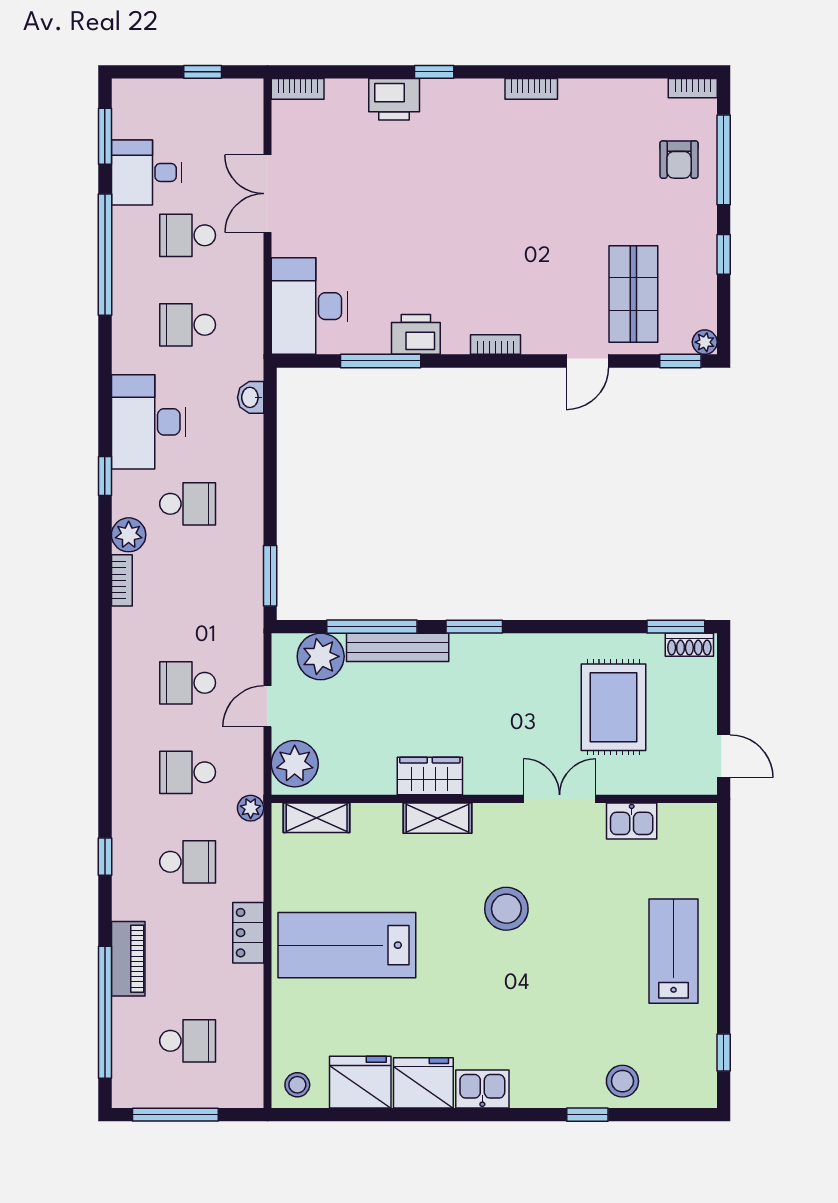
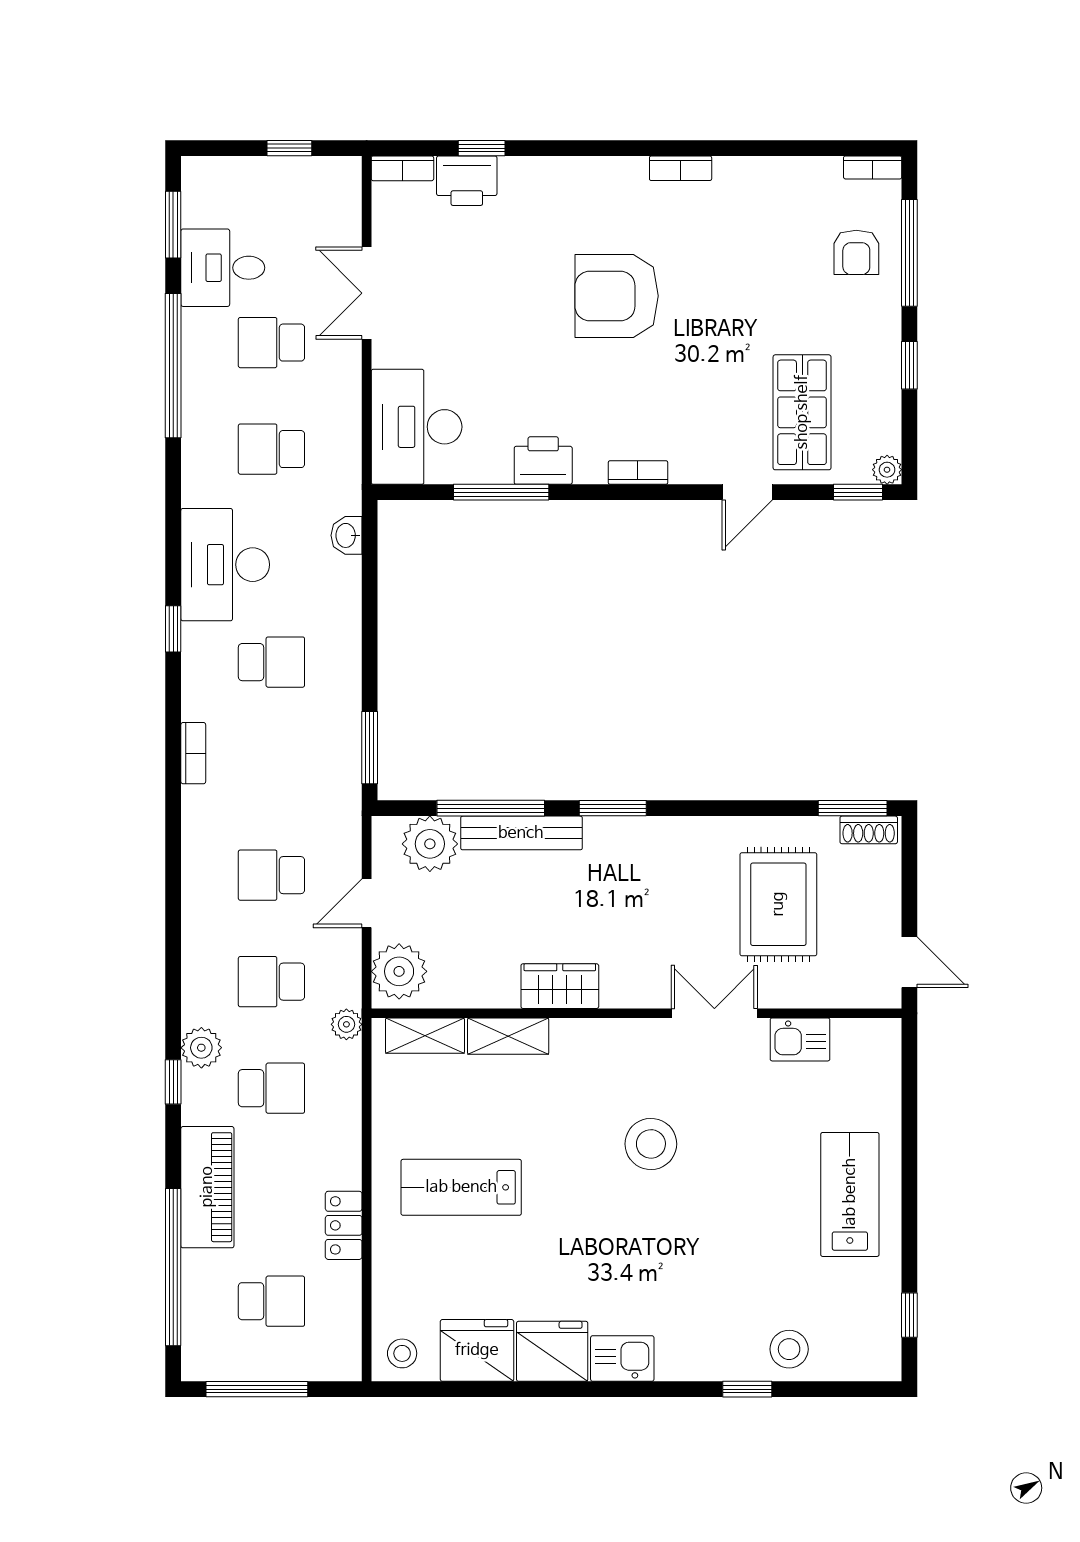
window: (434, 72) -> (482, 148), moved
printer: (394, 99) -> (467, 181), moved
armchair: (478, 196) -> (617, 296), added
plant: (129, 535) -> (201, 1048), moved
shelving: (438, 818) -> (508, 1036), moved
locker: (248, 933) -> (344, 1225), moved
lab bench: (347, 945) -> (461, 1187), width x0.73, depth x0.72
piano: (128, 959) -> (207, 1187), width x1.37, depth x1.33

